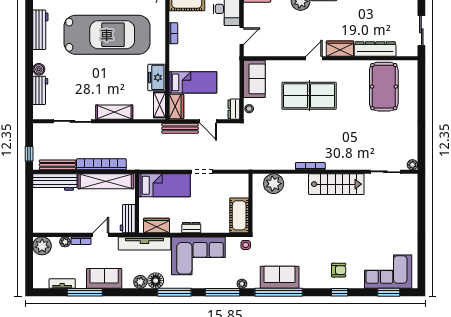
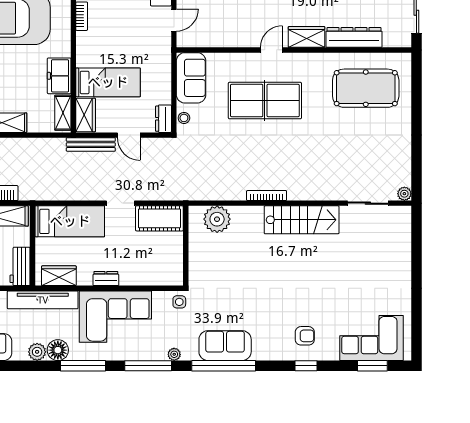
pool table: (384, 87) -> (366, 88), turned 90
cot: (239, 215) -> (159, 218), moved, turned 90

